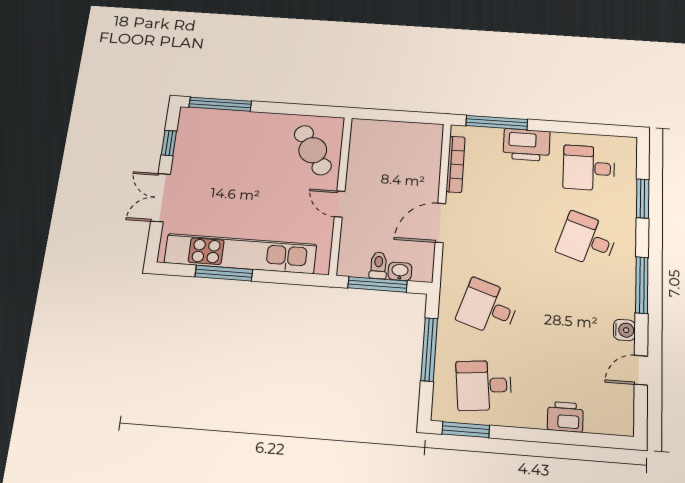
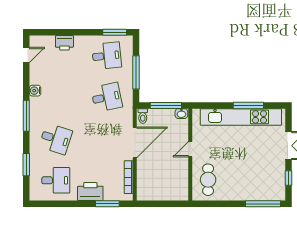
window: (497, 123) -> (107, 204), width x0.69
cafe table: (313, 150) -> (208, 180), turned 32
door: (340, 204) -> (190, 149), swing flipped
door: (440, 223) -> (135, 142), width x1.36
toilet: (378, 265) -> (143, 116), moved
washbasin: (400, 271) -> (181, 114), moved
desk: (488, 307) -> (107, 97), turned -30
door: (641, 370) -> (26, 55), moved

